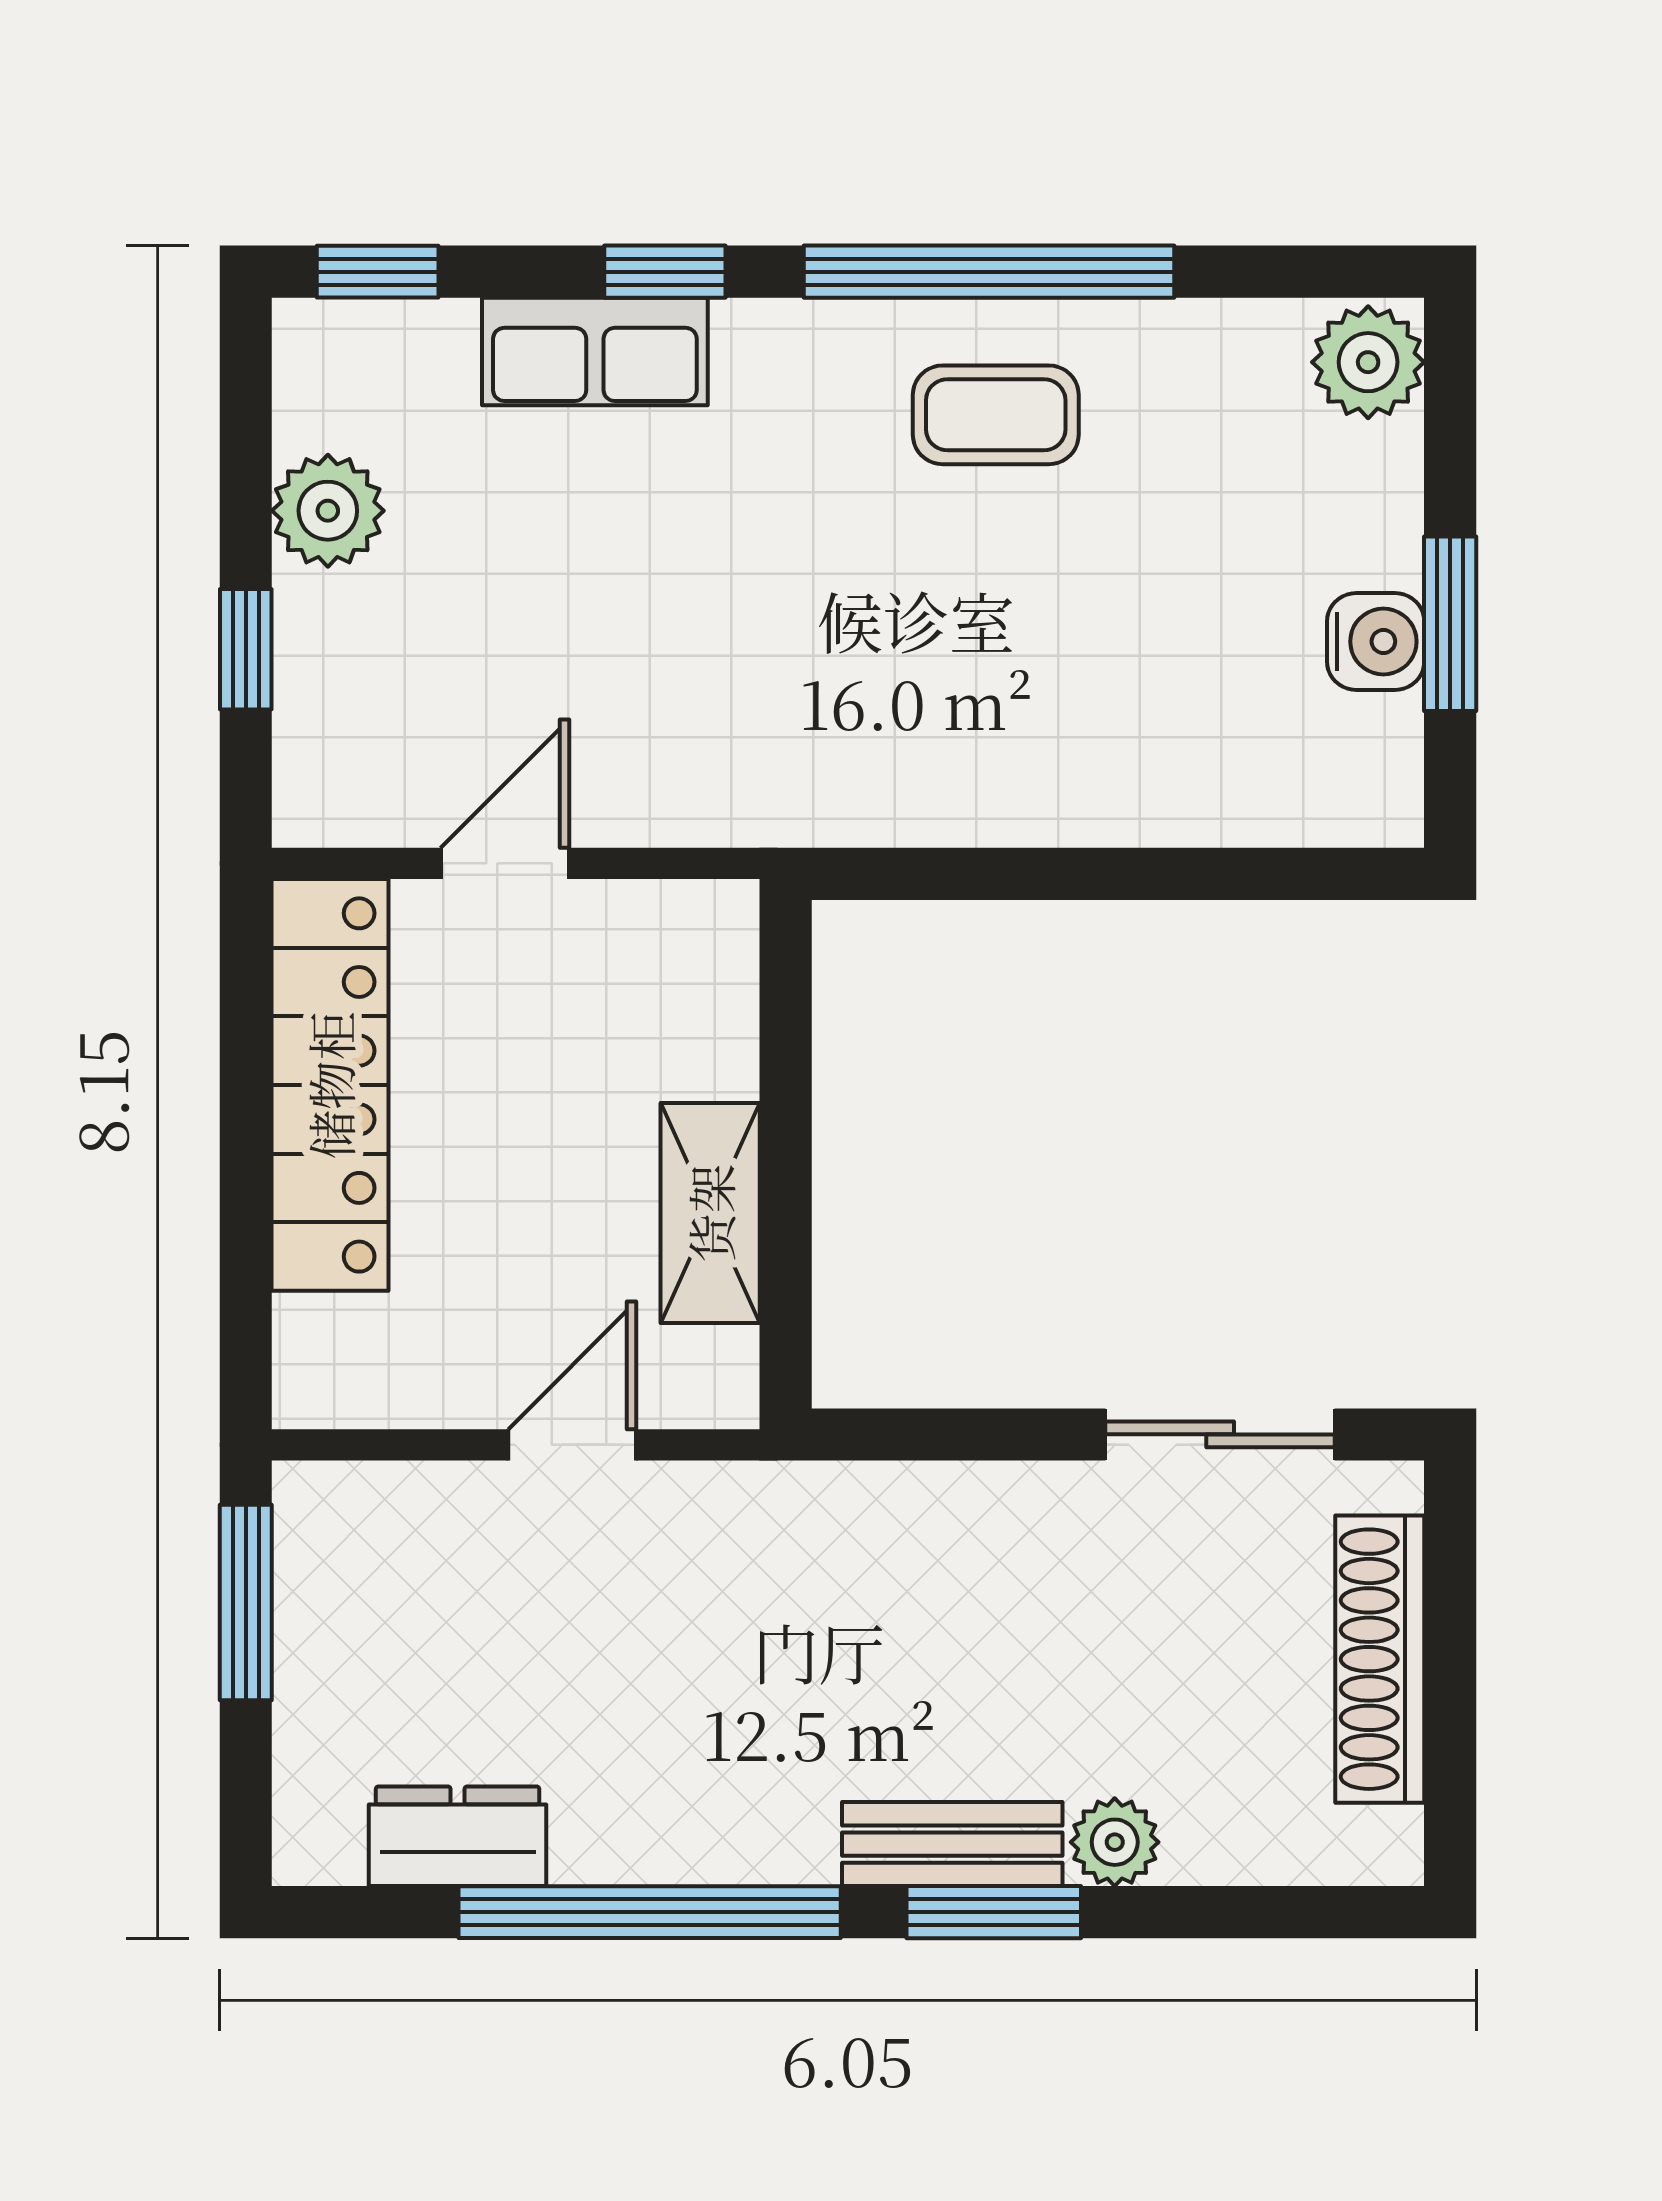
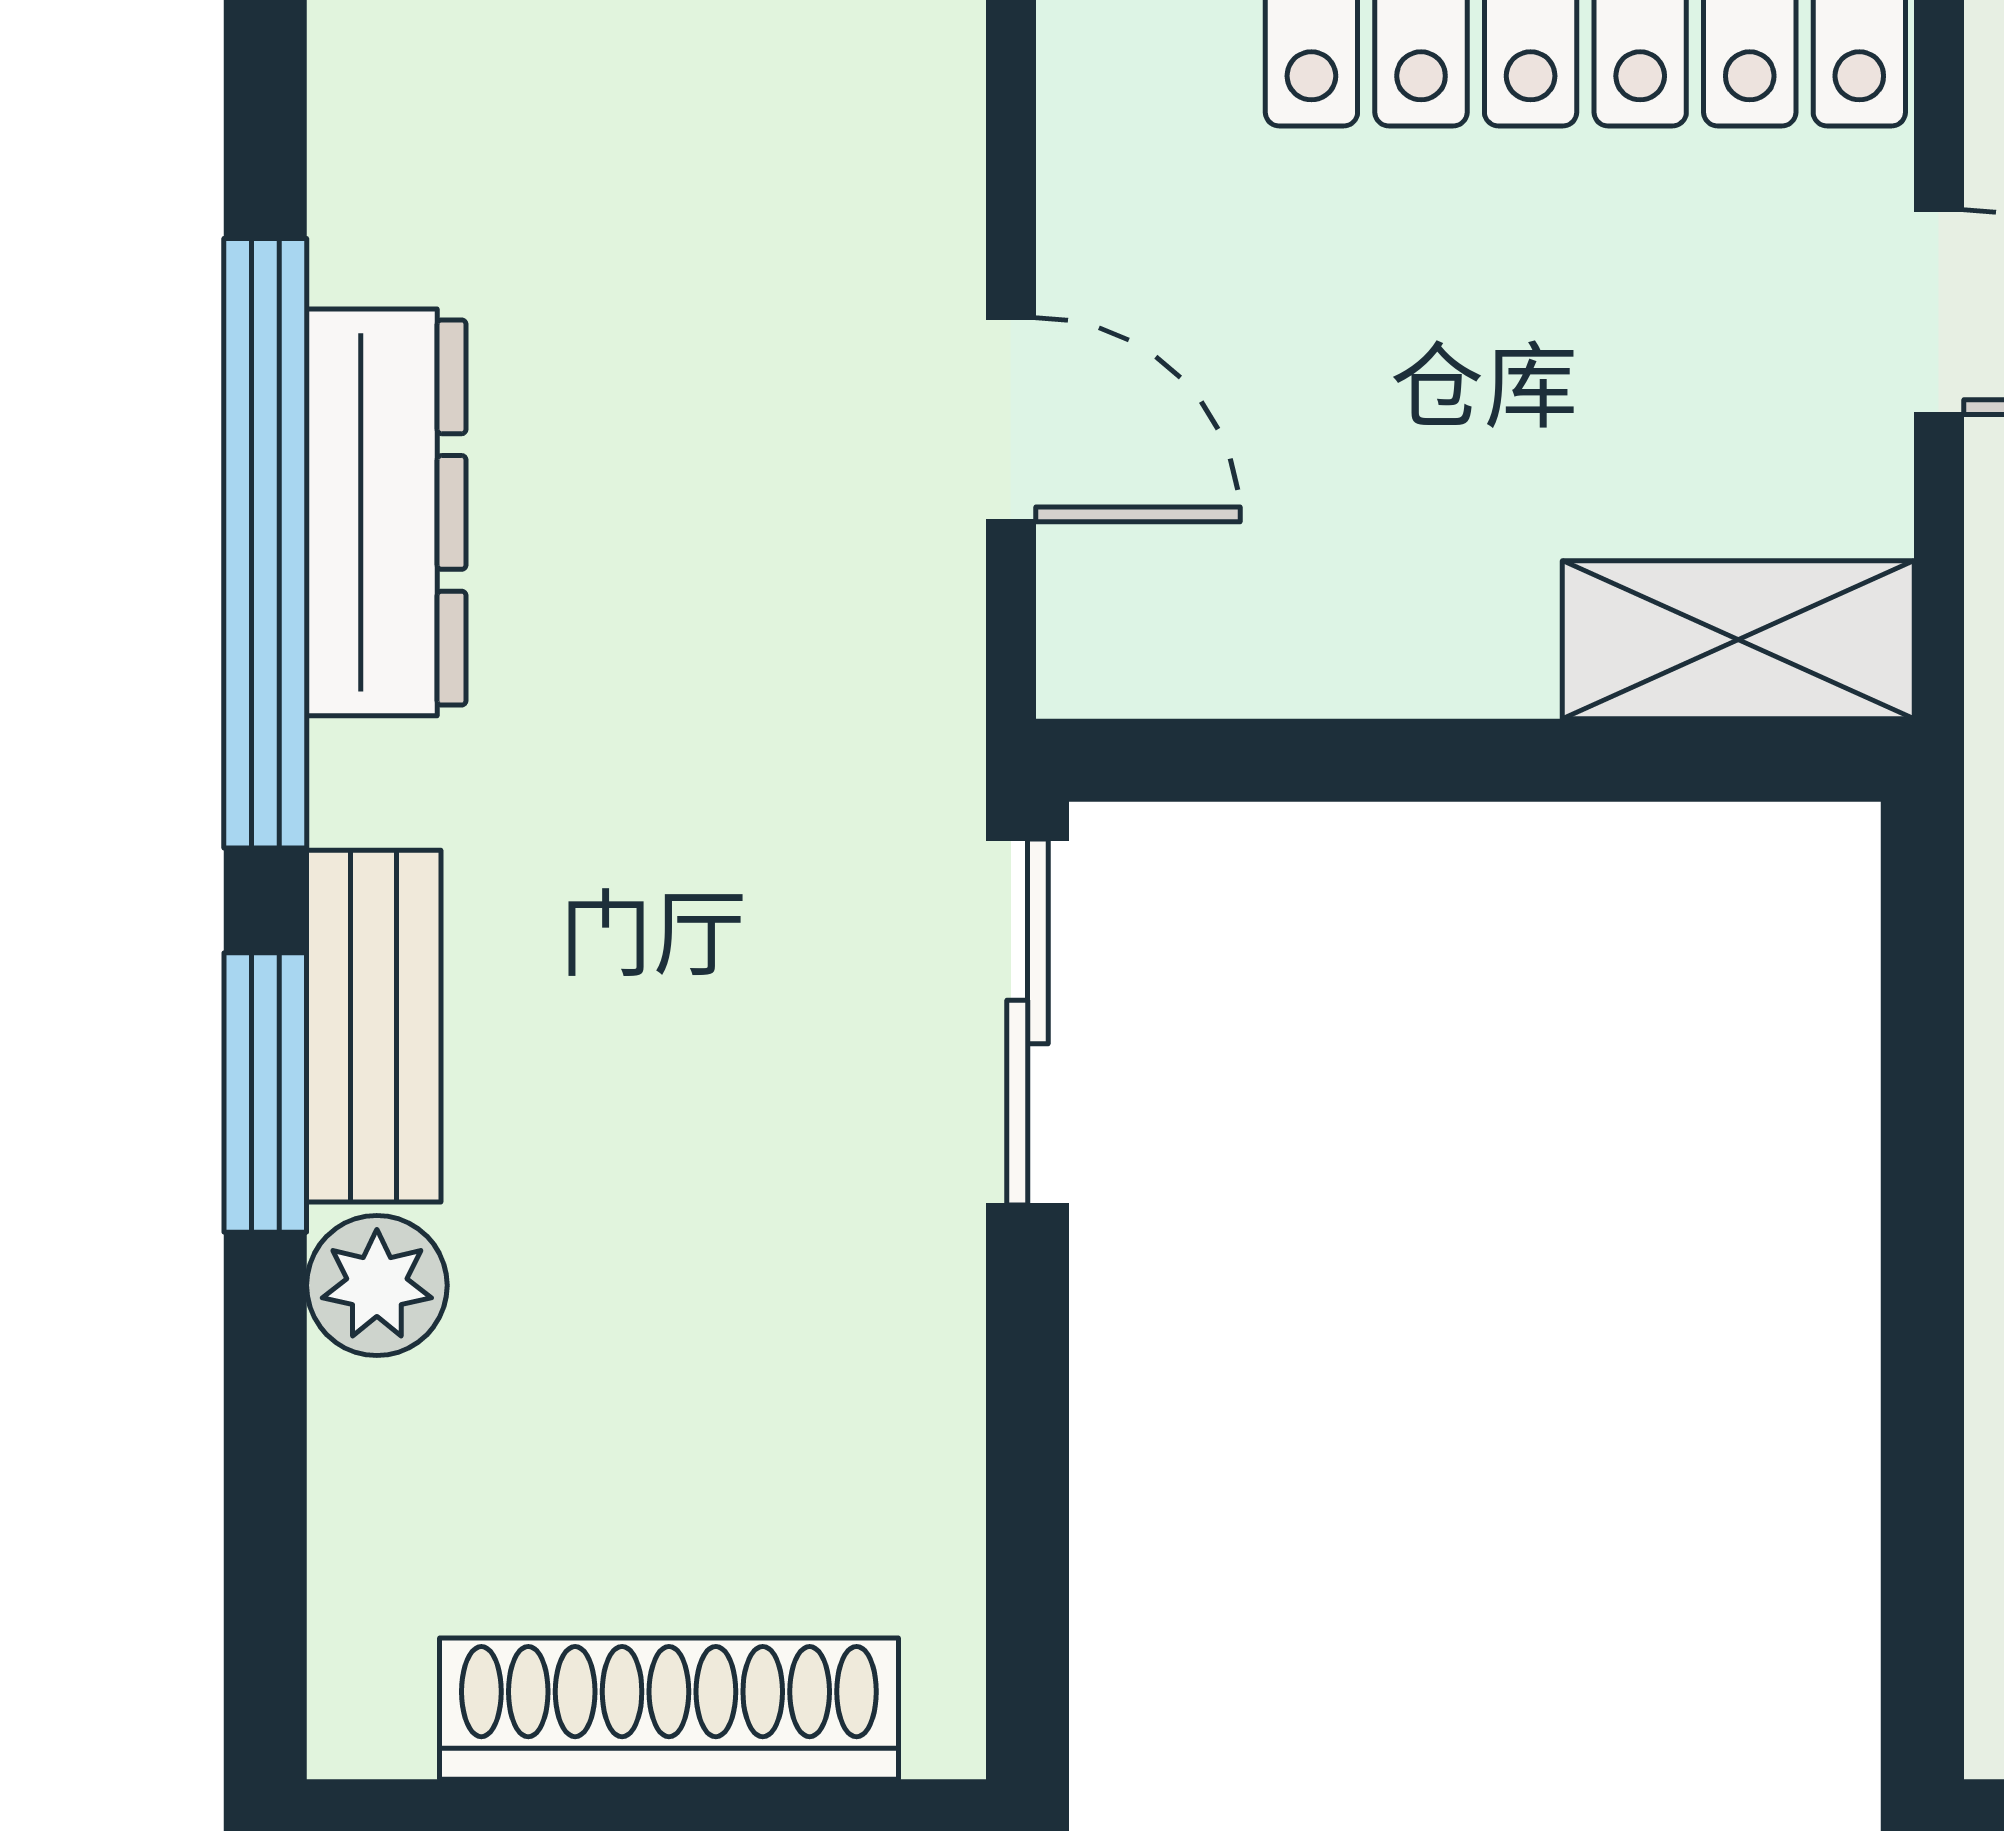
shelving: (710, 1213) -> (1738, 640), moved
sliding door: (1220, 1434) -> (1028, 1022), moved
dresser: (458, 1836) -> (386, 512), moved, width x1.44

